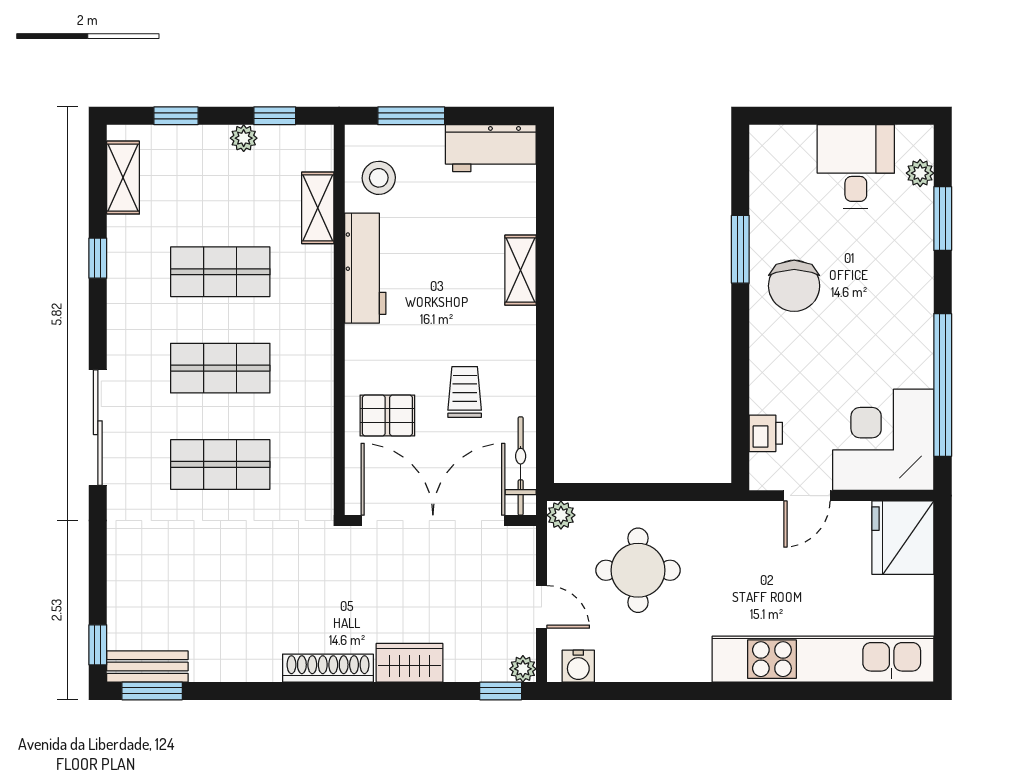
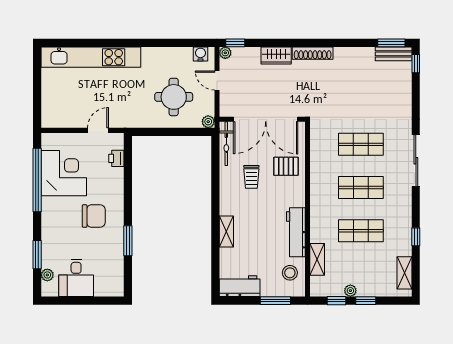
window: (176, 116) -> (366, 301), moved
chair: (794, 286) -> (94, 216), moved, turned 90
corner desk: (883, 440) -> (64, 173), moved, turned -90
fridge: (903, 538) -> (55, 112), removed

